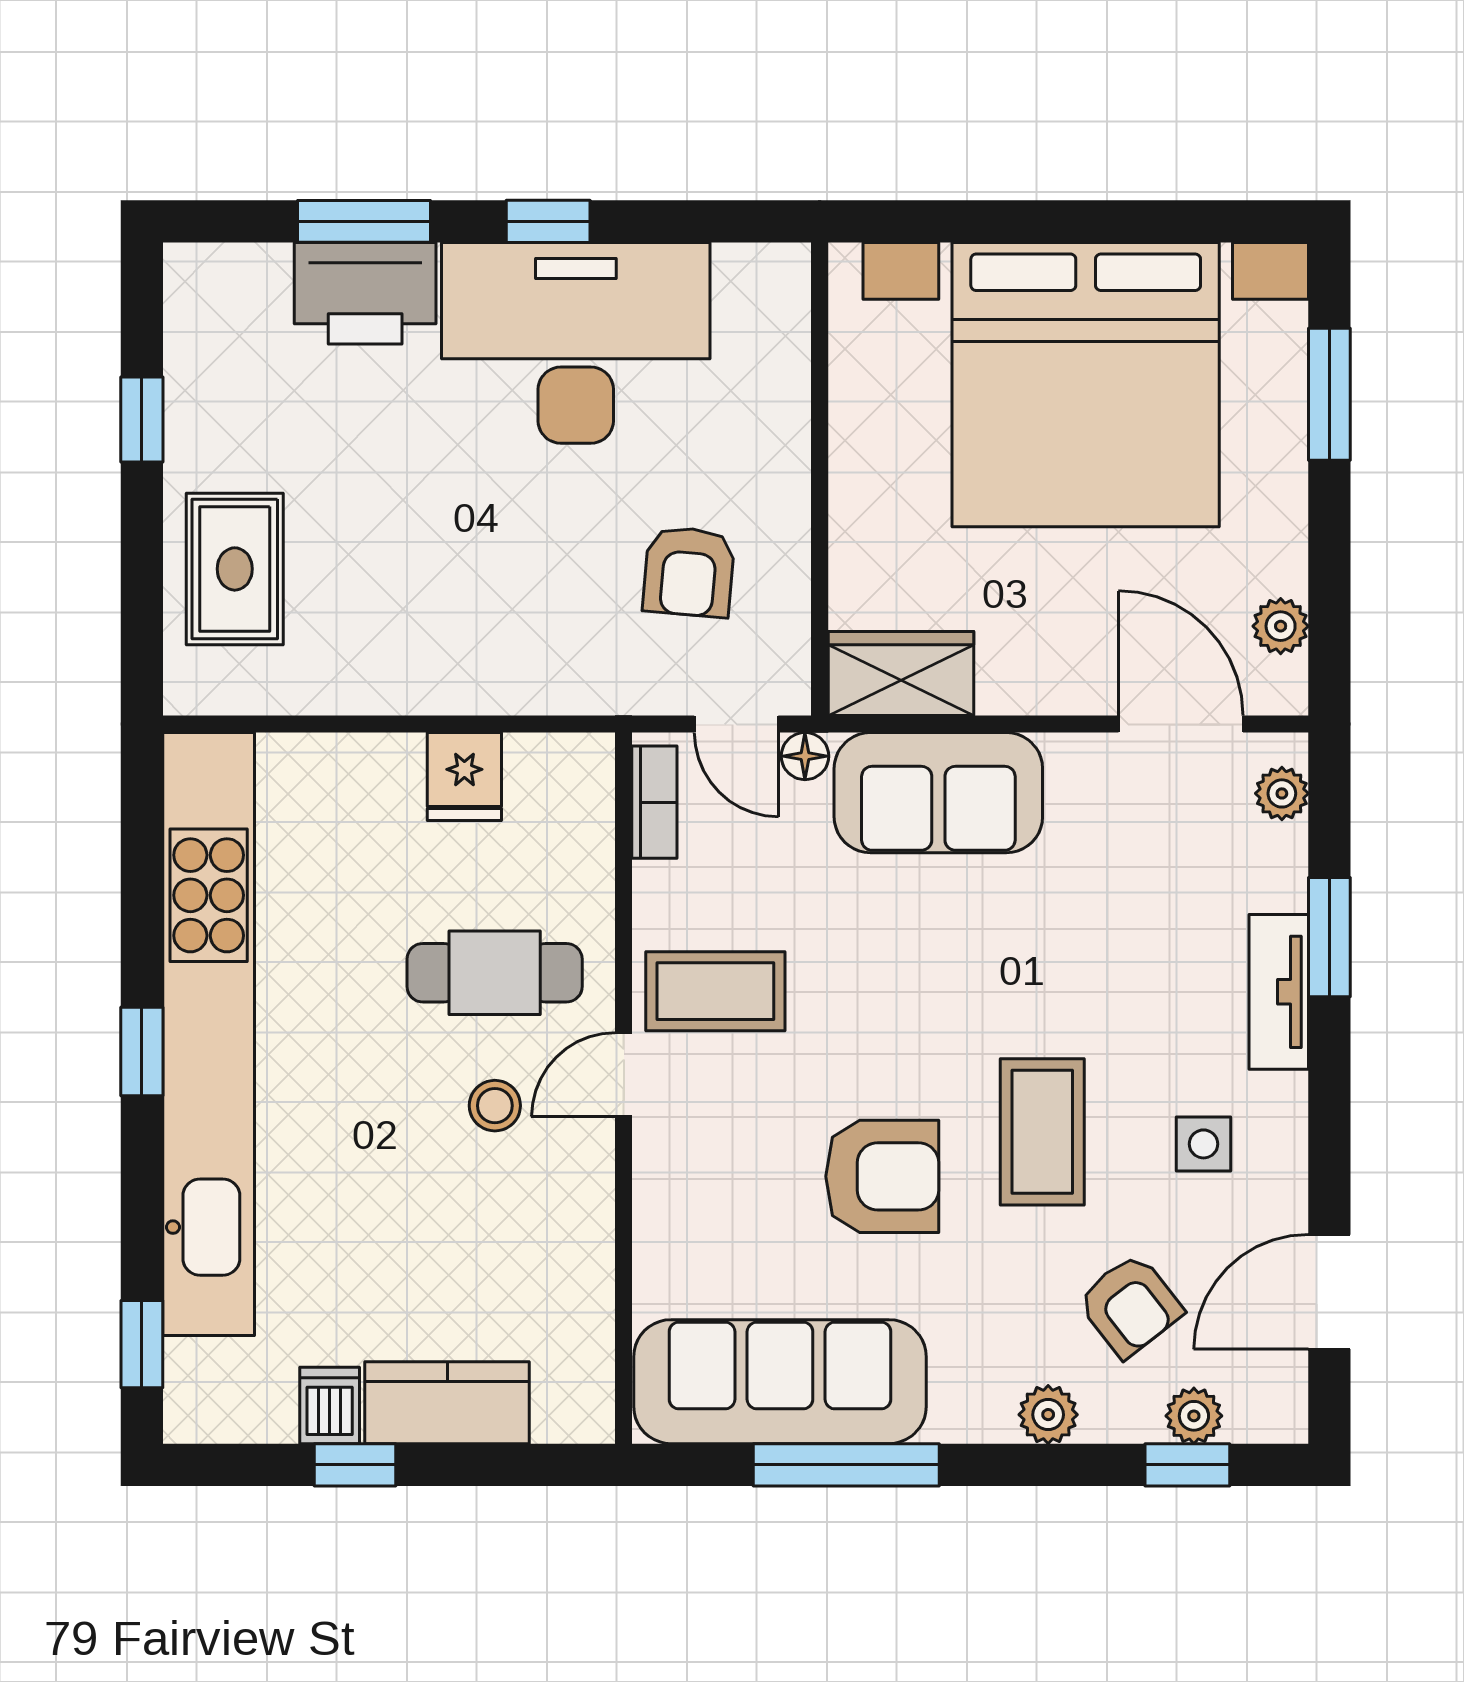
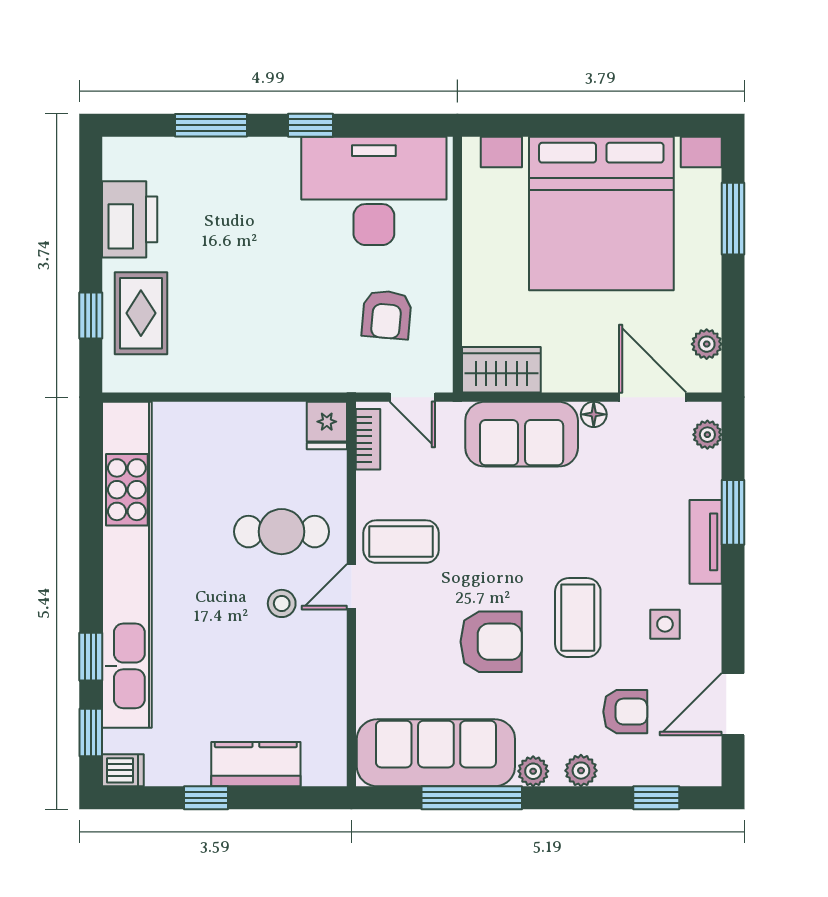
printer: (365, 293) -> (130, 219), moved, turned -90
desk: (576, 343) -> (374, 191), moved
window: (142, 419) -> (91, 315), moved
floor lamp: (805, 756) -> (594, 414), moved
fridge: (464, 777) -> (327, 425), moved
window: (142, 1052) -> (91, 657), moved
armchair: (1130, 1305) -> (625, 712), turned -52
dishwasher: (330, 1406) -> (123, 770), moved, turned 90
plant: (1194, 1416) -> (533, 771), moved

